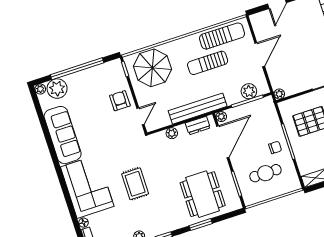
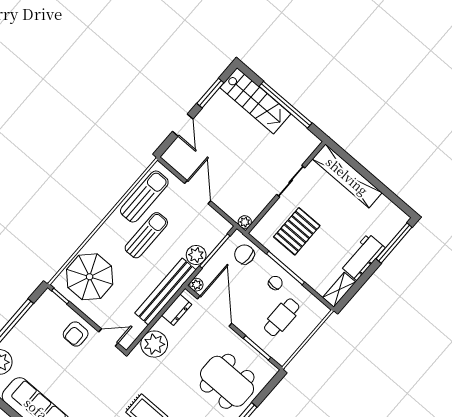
sun lounger: (208, 63) -> (146, 235), turned 180
plant: (249, 91) -> (196, 255), moved
armchair: (120, 101) -> (76, 334), turned -90
door: (140, 116) -> (108, 337), hinge flipped
chair: (266, 116) -> (244, 254), added
plant: (172, 133) -> (154, 344), width x1.88, depth x1.88

